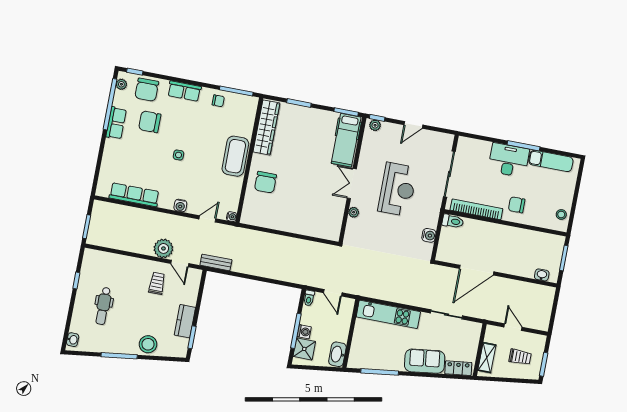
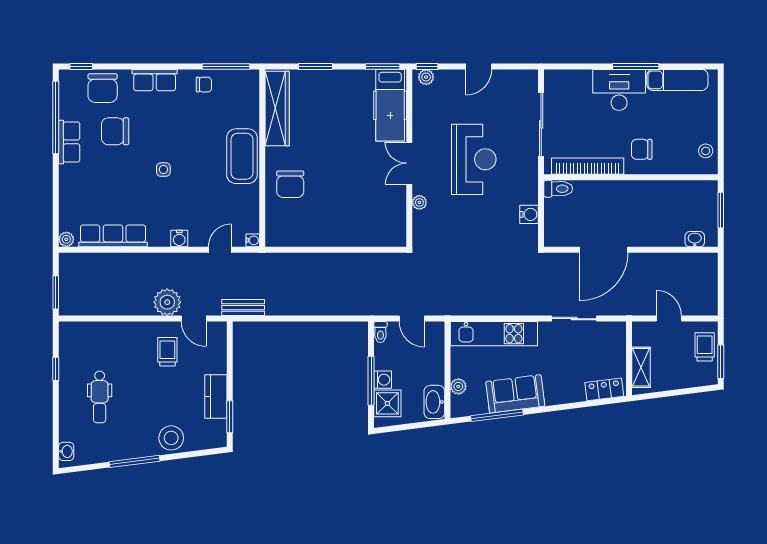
plant: (121, 84) -> (66, 239), moved
plant: (356, 347) -> (458, 386), added
trolley: (520, 357) -> (705, 347), moved, turned -90
sofa: (425, 361) -> (515, 394), moved

